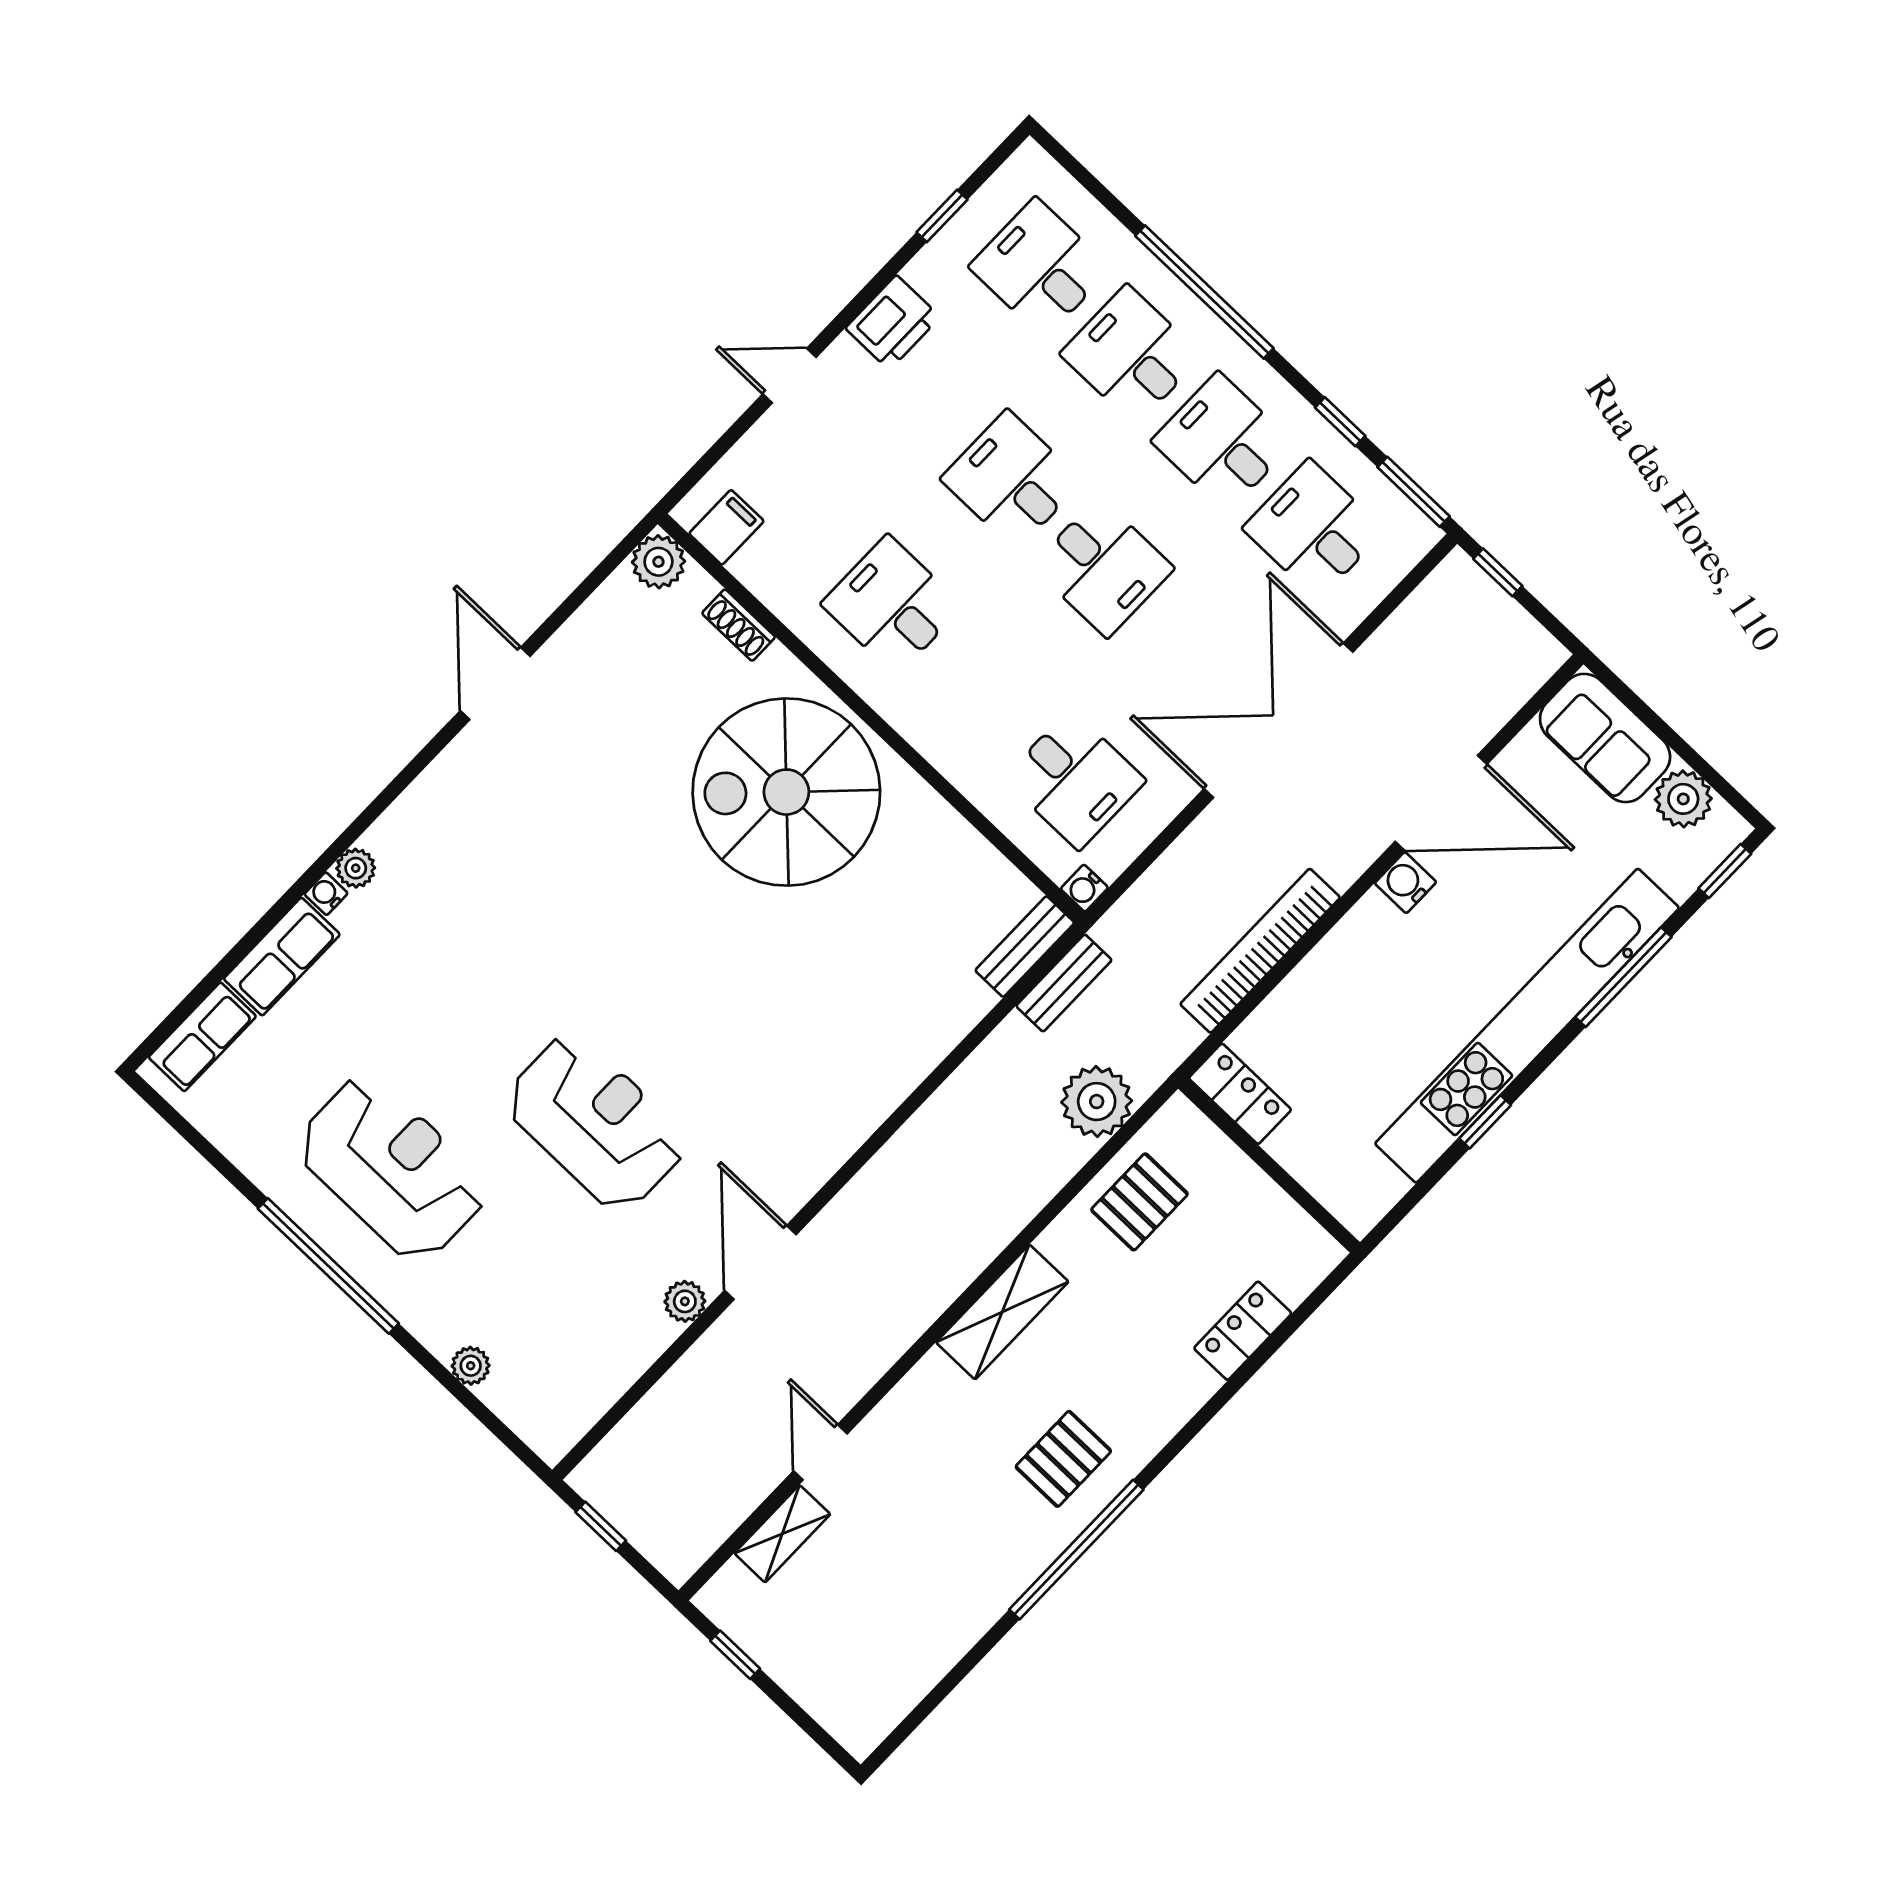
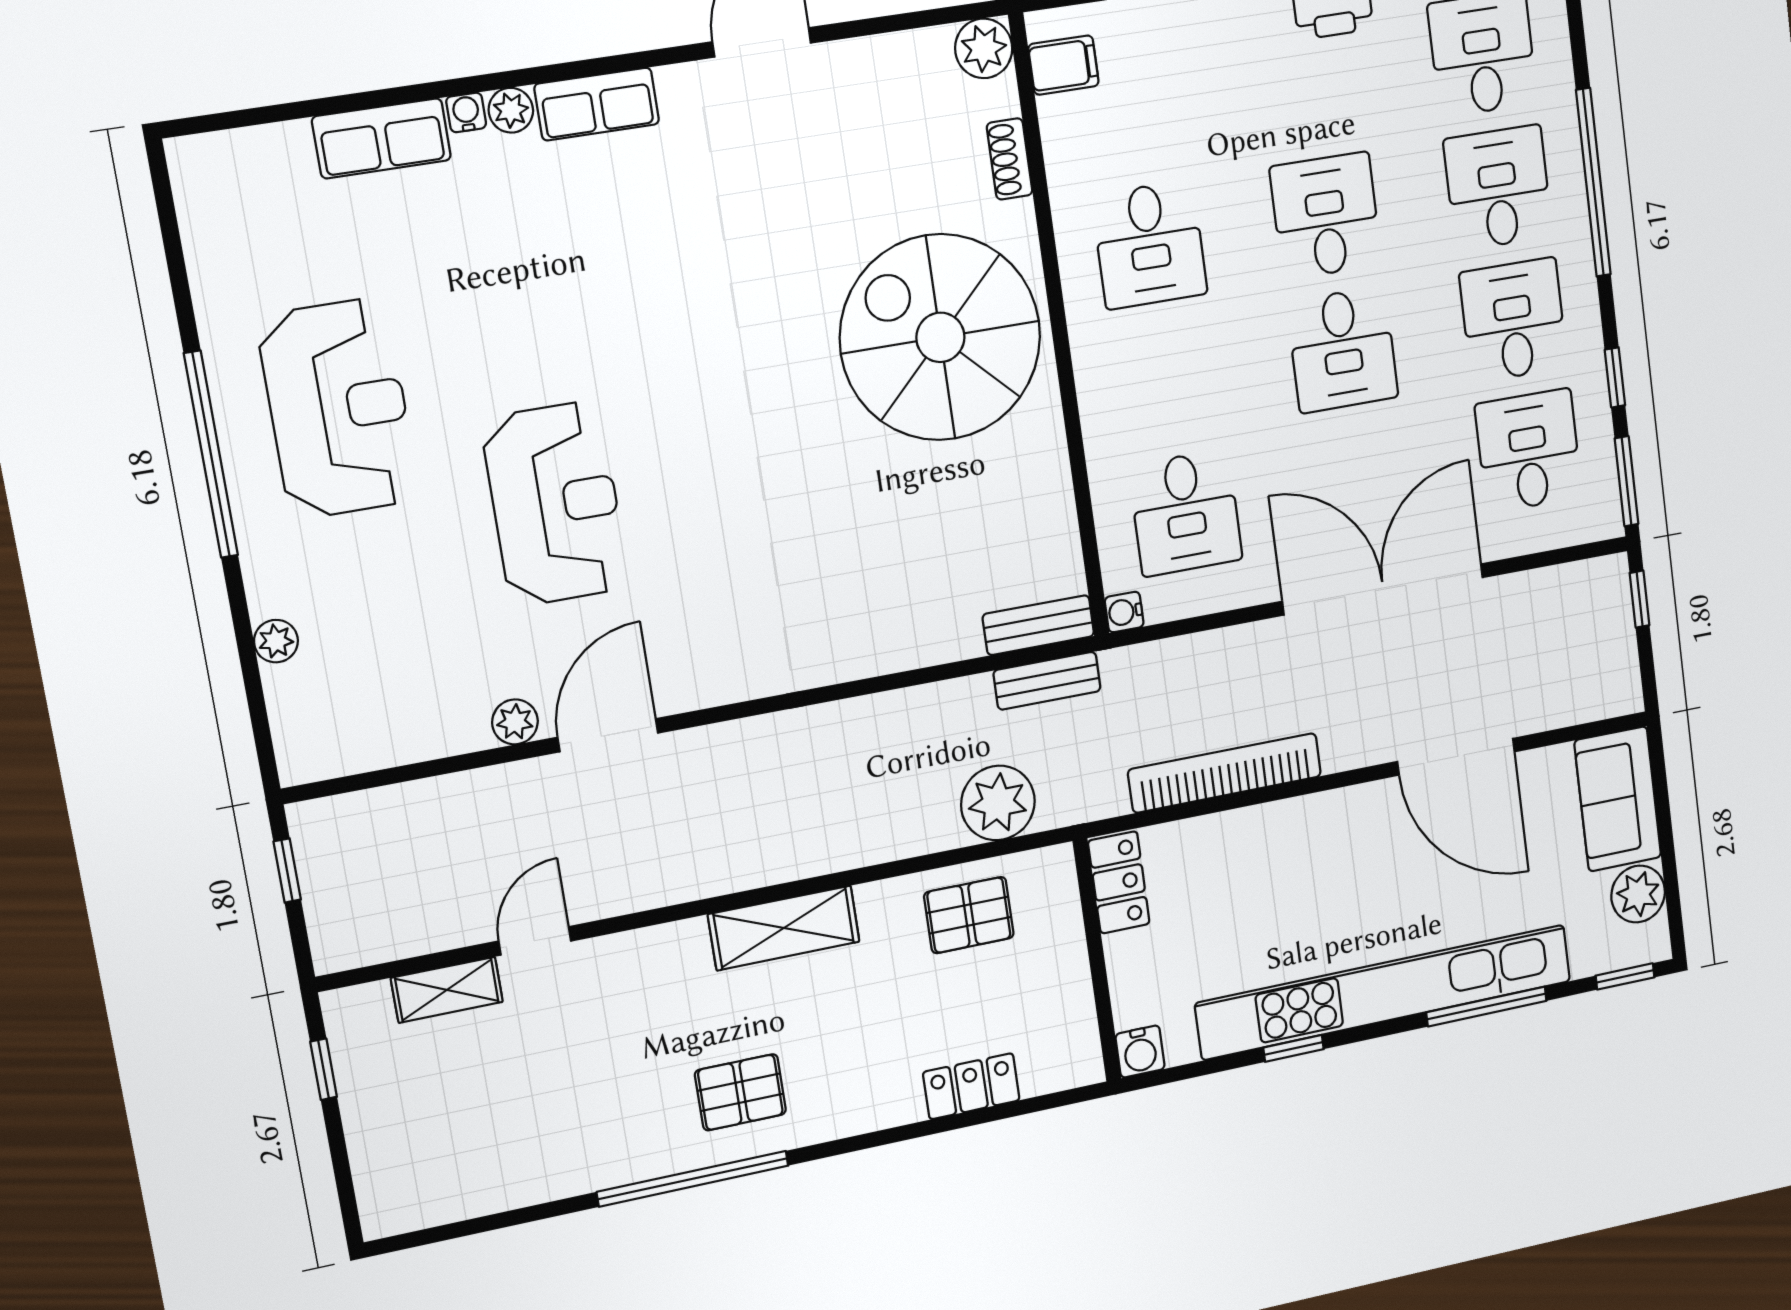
desk: (892, 605) -> (1150, 245), turned 180
water cooler: (1405, 883) -> (1140, 1052), moved, turned 180
row of seats: (202, 1037) -> (597, 104), moved

